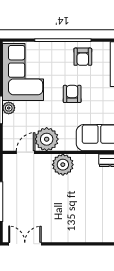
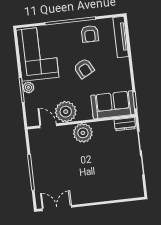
armchair: (72, 94) -> (84, 68), turned 152
door: (26, 152) -> (48, 126), hinge flipped

